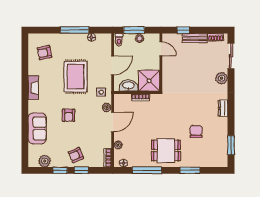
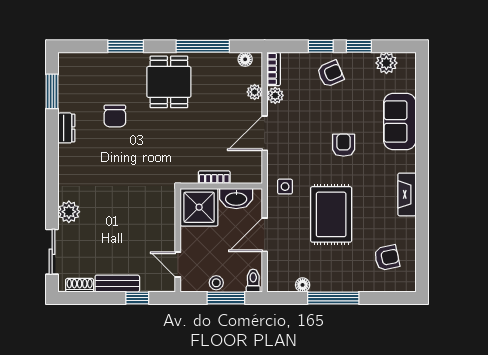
plant: (107, 107) -> (275, 95), moved
dresser: (223, 108) -> (66, 128), moved
dining table: (166, 150) -> (169, 82), turned 90

